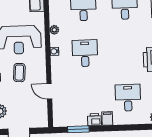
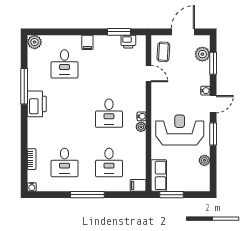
plant: (54, 30) -> (141, 127), moved
coffee table: (19, 73) -> (163, 52), moved
printer: (95, 120) -> (128, 42), moved

